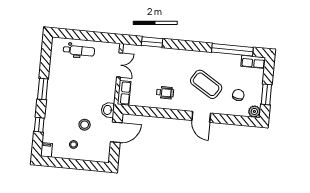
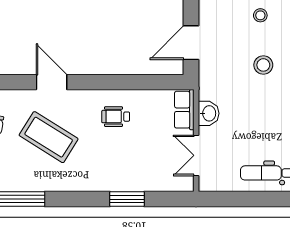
window: (152, 42) -> (127, 199), moved
washbasin: (108, 110) -> (209, 113), moved
stool: (85, 125) -> (263, 65), moved

